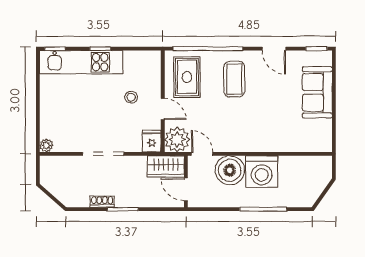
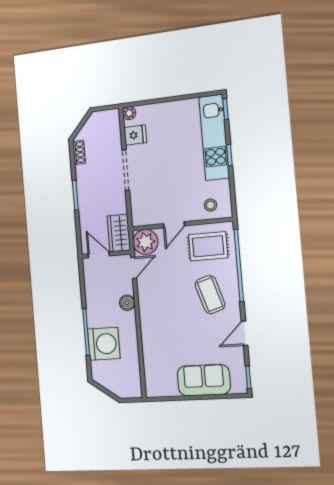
coffee table: (234, 79) -> (210, 295), turned 73
stool: (131, 97) -> (211, 205), moved
fridge: (152, 141) -> (135, 135), moved
boiler: (230, 170) -> (127, 303), width x0.54, depth x0.54
washing machine: (262, 172) -> (104, 344), moved, turned 180
door: (186, 189) -> (99, 255), hinge flipped
shoe rack: (102, 202) -> (79, 152), moved

